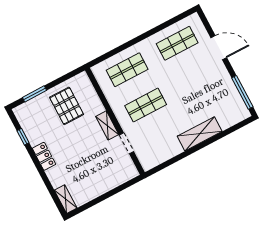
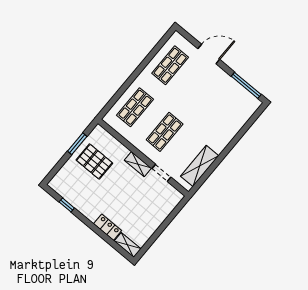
window: (34, 94) -> (77, 144), moved
shelving: (200, 134) -> (200, 166), moved
locker: (44, 156) -> (108, 227), moved

